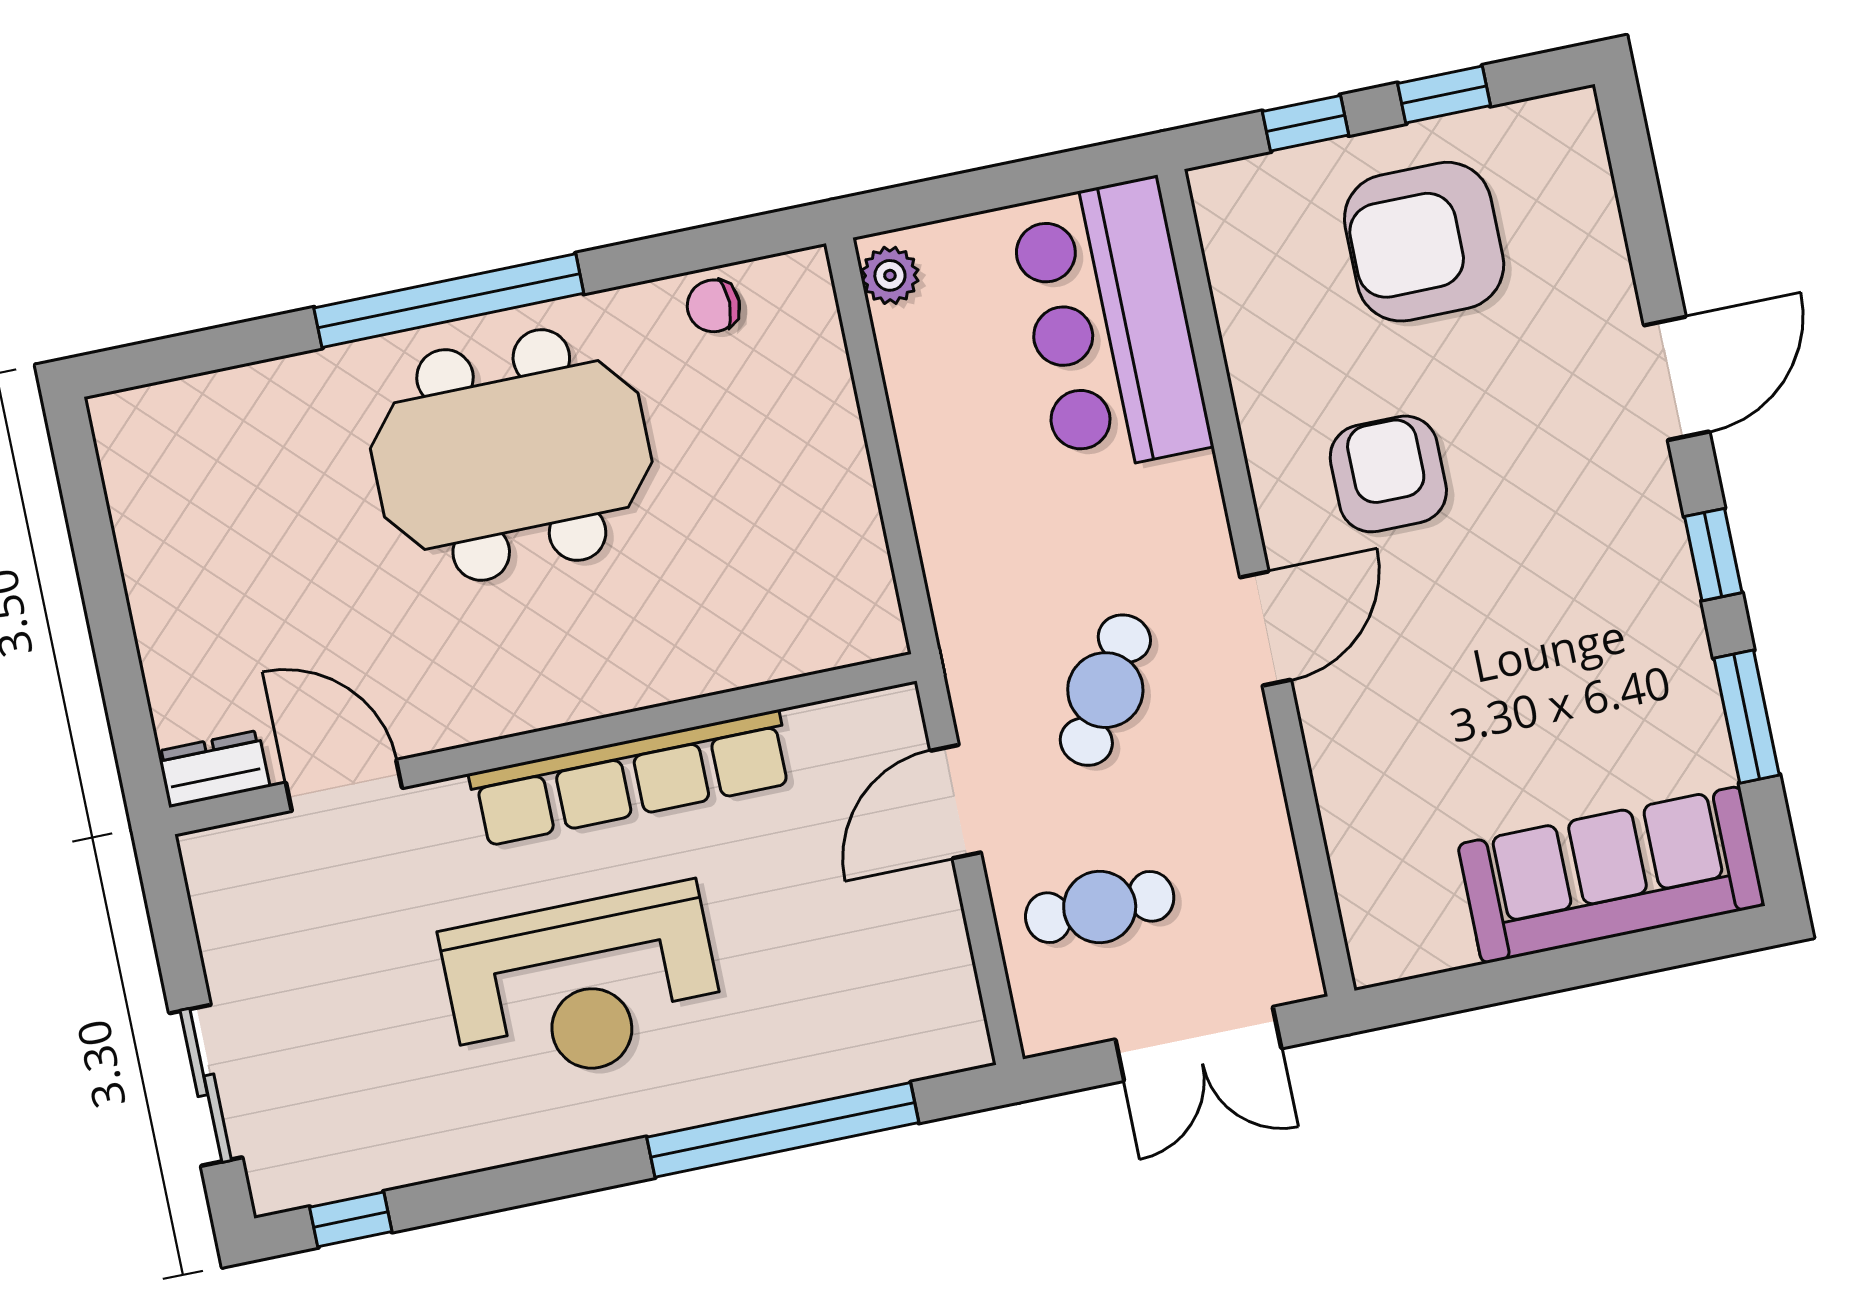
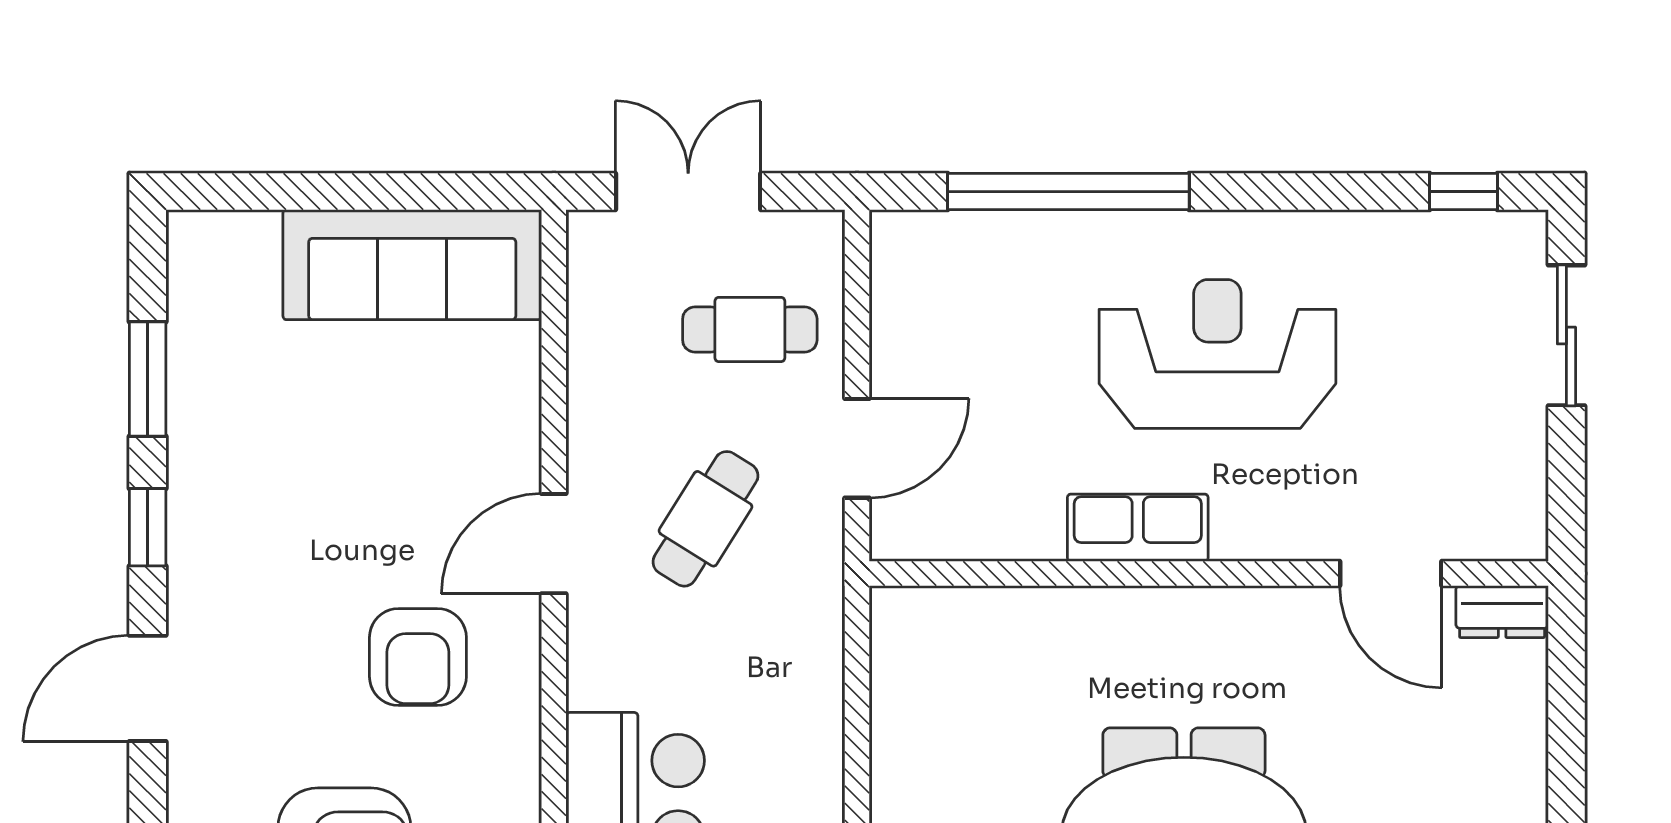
row of seats: (631, 778) -> (1138, 528), width x0.50
sofa: (1611, 875) -> (412, 265), moved

